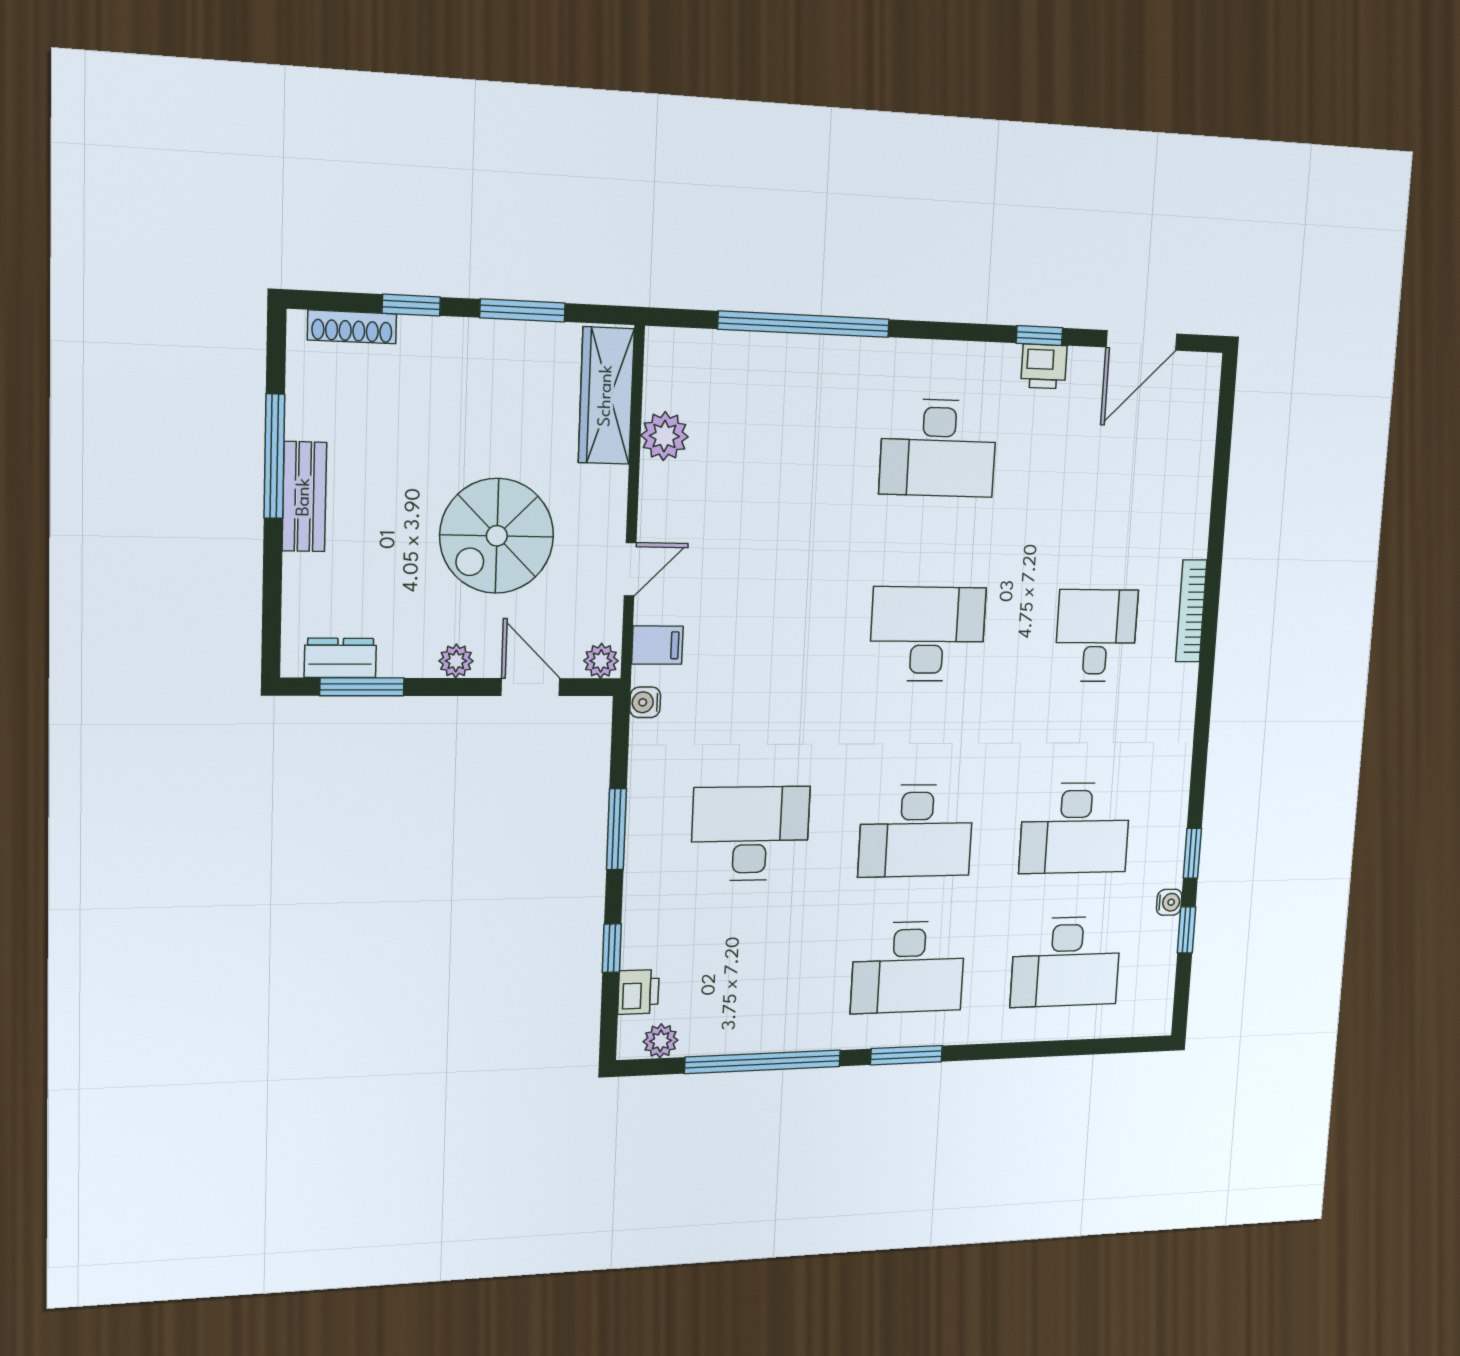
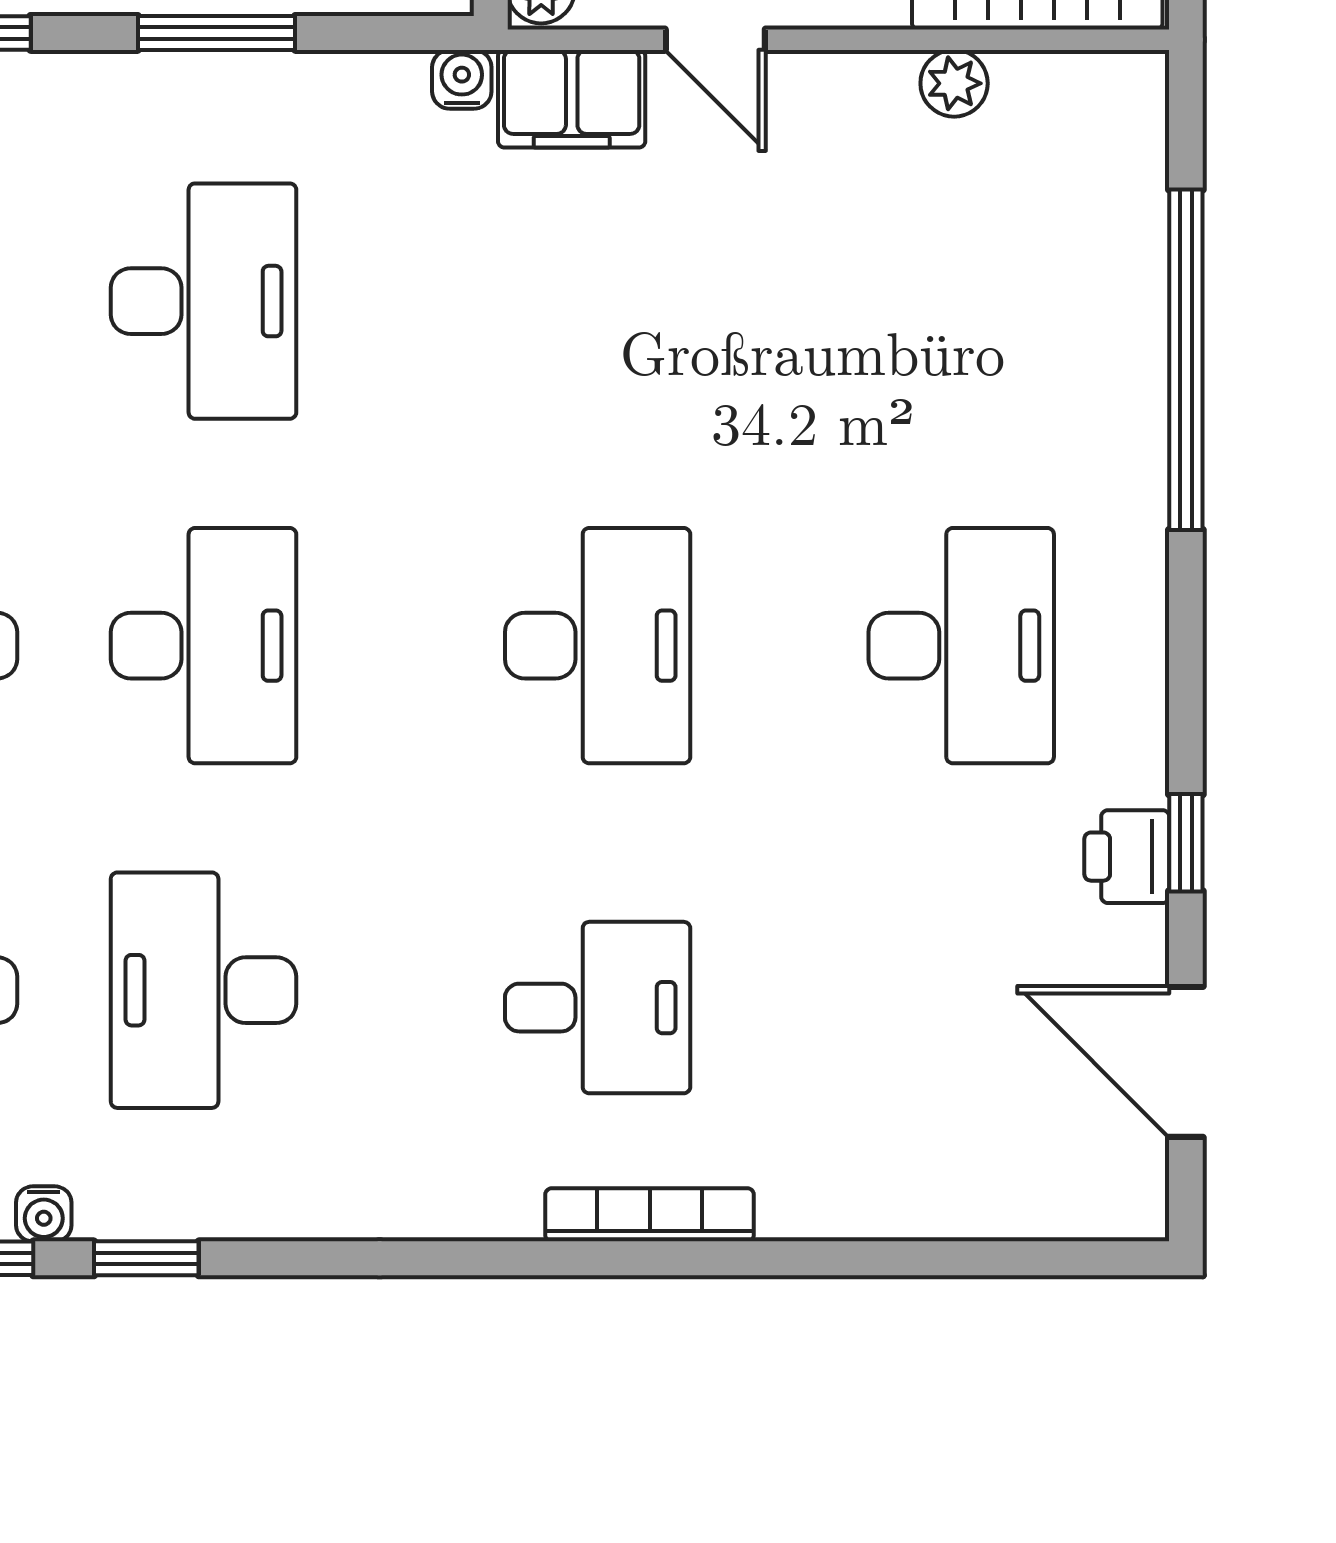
plant: (664, 436) -> (954, 83), width x0.73, depth x0.73
desk: (938, 448) -> (961, 646), turned 180
filing cabinet: (657, 645) -> (572, 99), width x2.00
desk: (916, 831) -> (204, 646), turned 180

